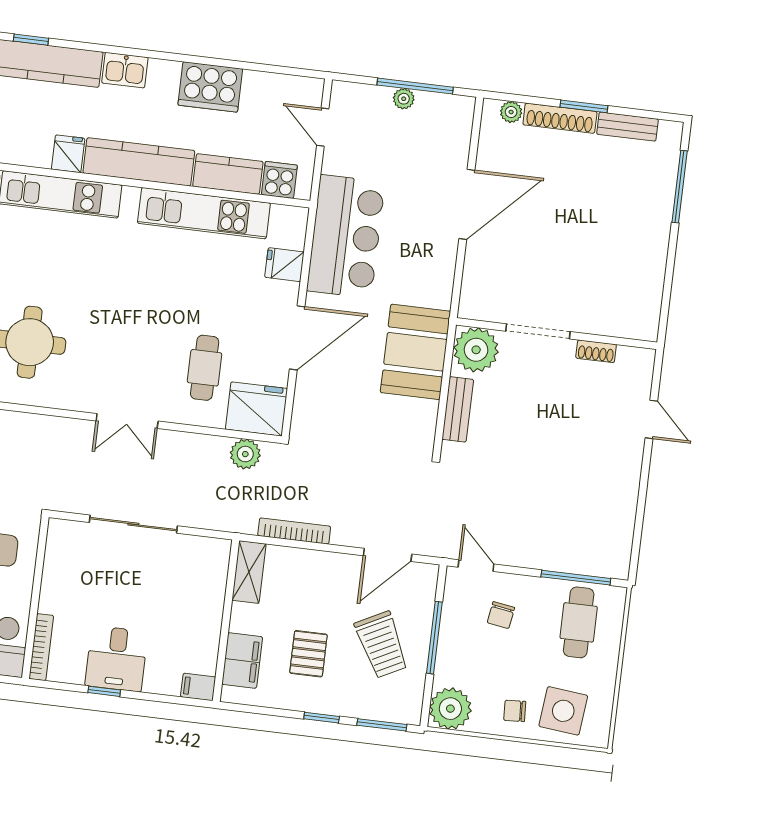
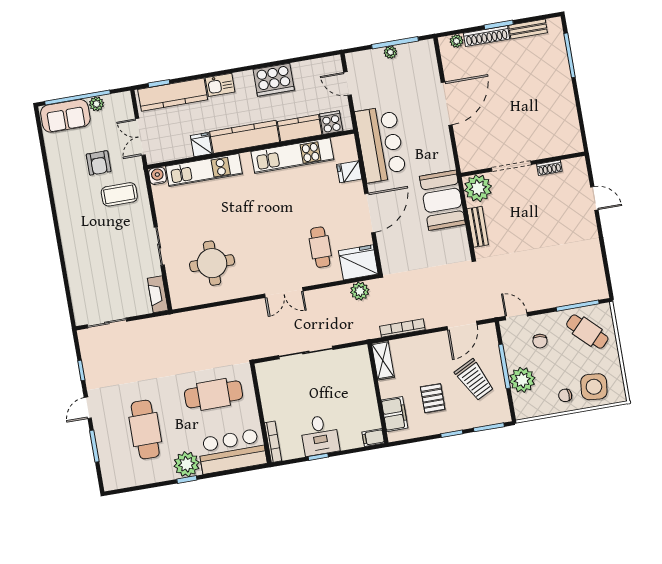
cafe table: (579, 622) -> (587, 332), turned -46
plant: (450, 709) -> (522, 380), moved

